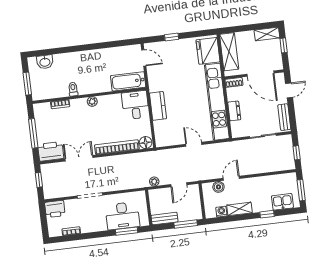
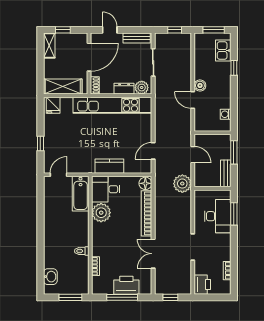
fridge: (208, 51) -> (53, 105), width x0.53, depth x0.75
plant: (92, 102) -> (101, 213), moved, width x1.88, depth x1.88
plant: (237, 128) -> (142, 88), added
door: (194, 144) -> (153, 151), moved
printer: (51, 151) -> (126, 285), moved, turned 90
plant: (154, 182) -> (182, 184), width x1.88, depth x1.88
boiler: (218, 187) -> (200, 85), moved
shelving: (239, 209) -> (225, 95), removed

